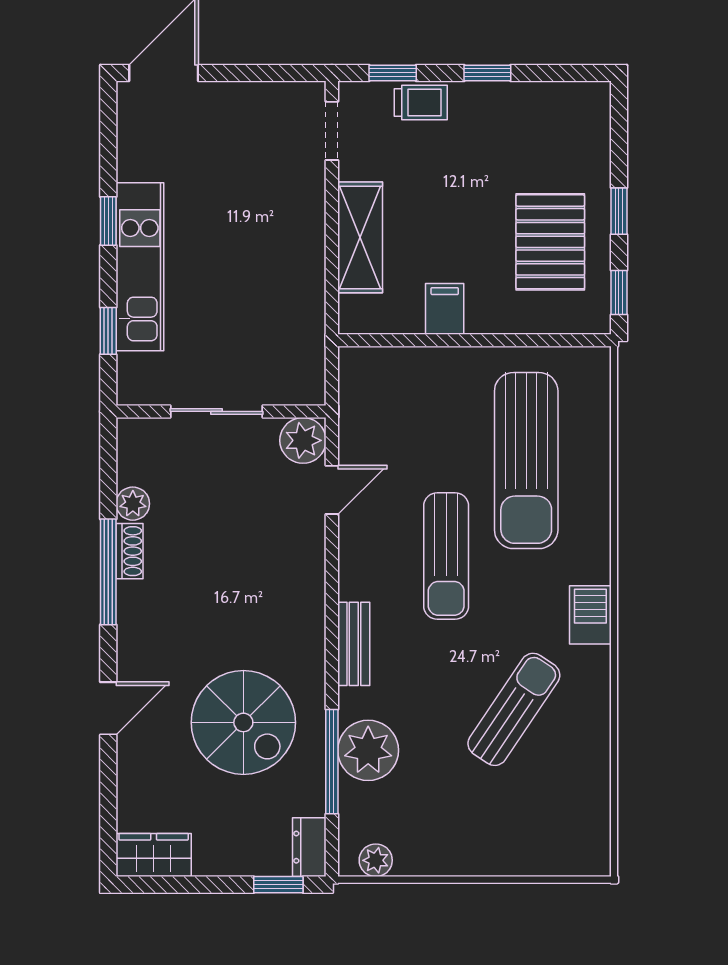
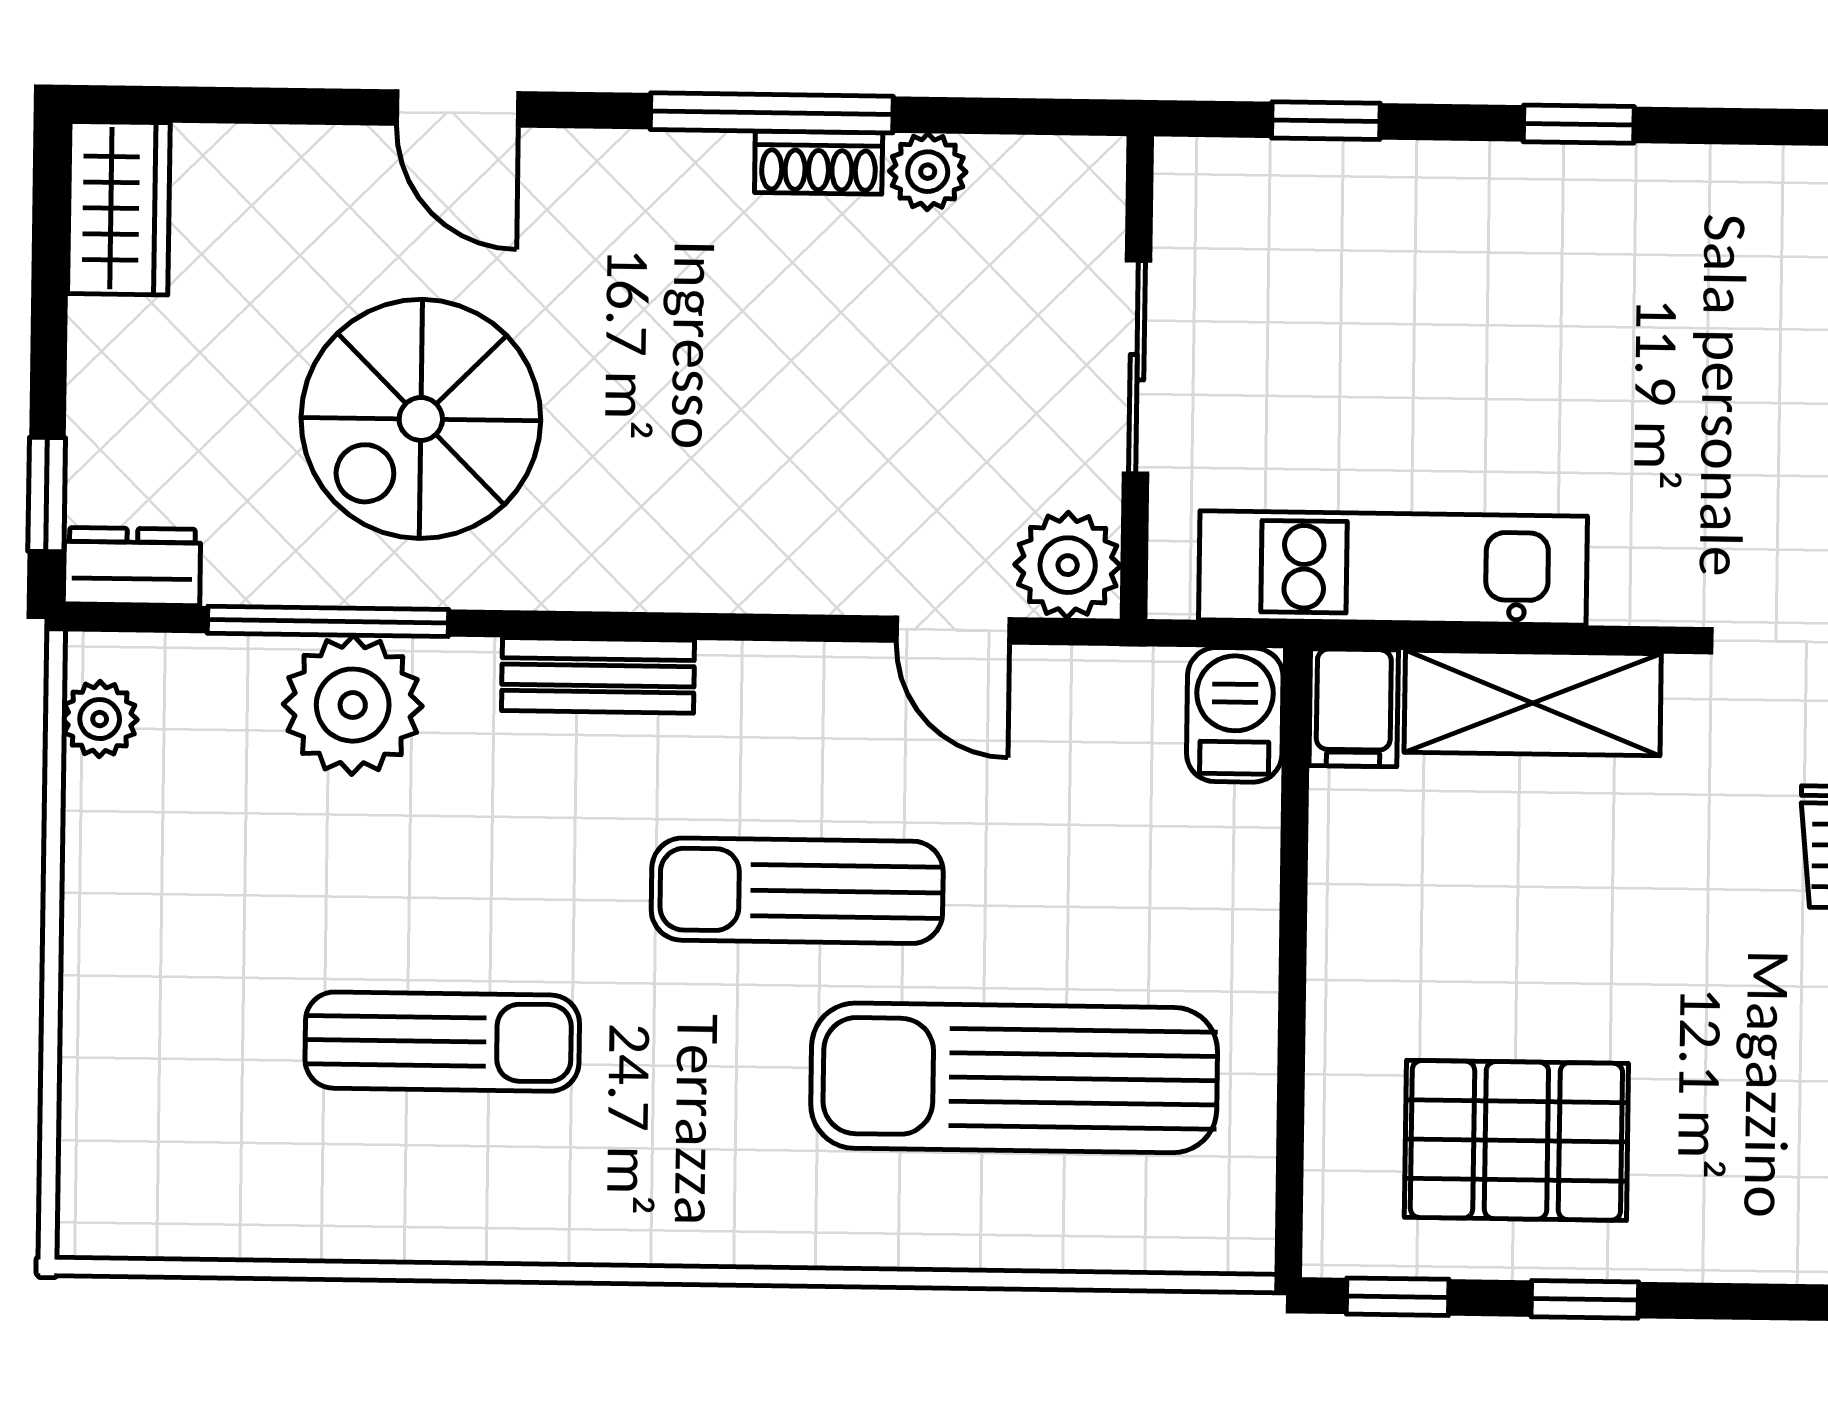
kitchen unit: (140, 267) -> (1393, 568), moved, turned 180
filing cabinet: (445, 309) -> (1354, 708), moved, turned 90
barbecue: (590, 615) -> (1235, 715), moved, turned -90
sun lounger: (514, 709) -> (442, 1042), turned -34

